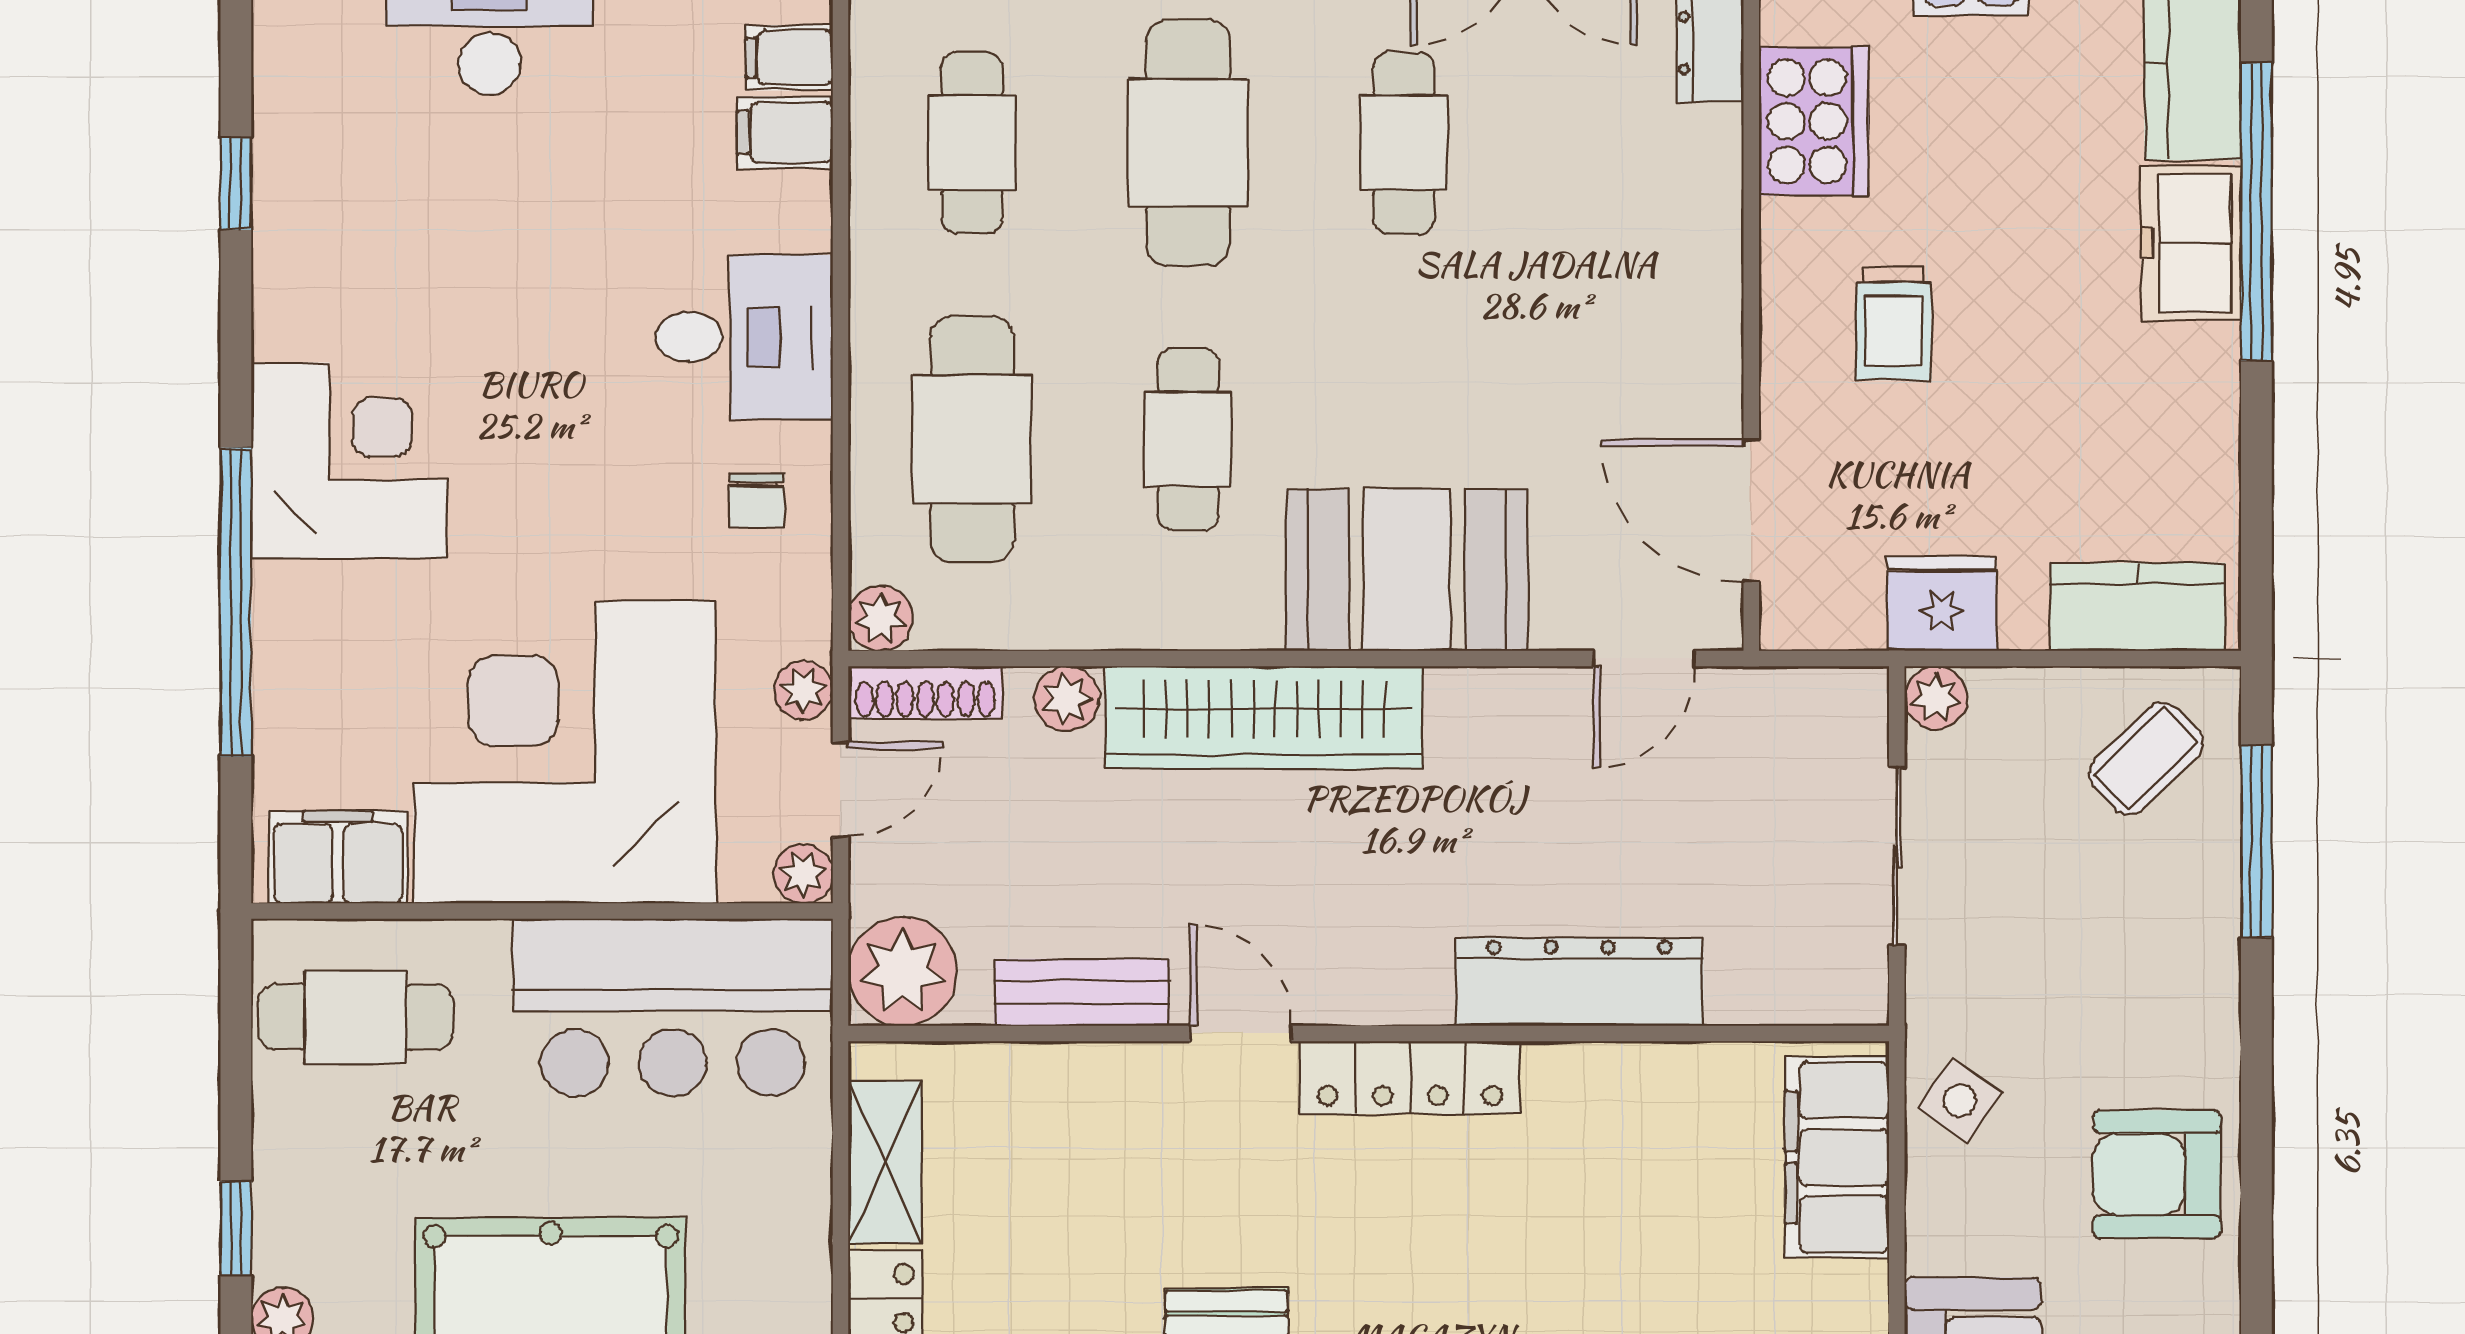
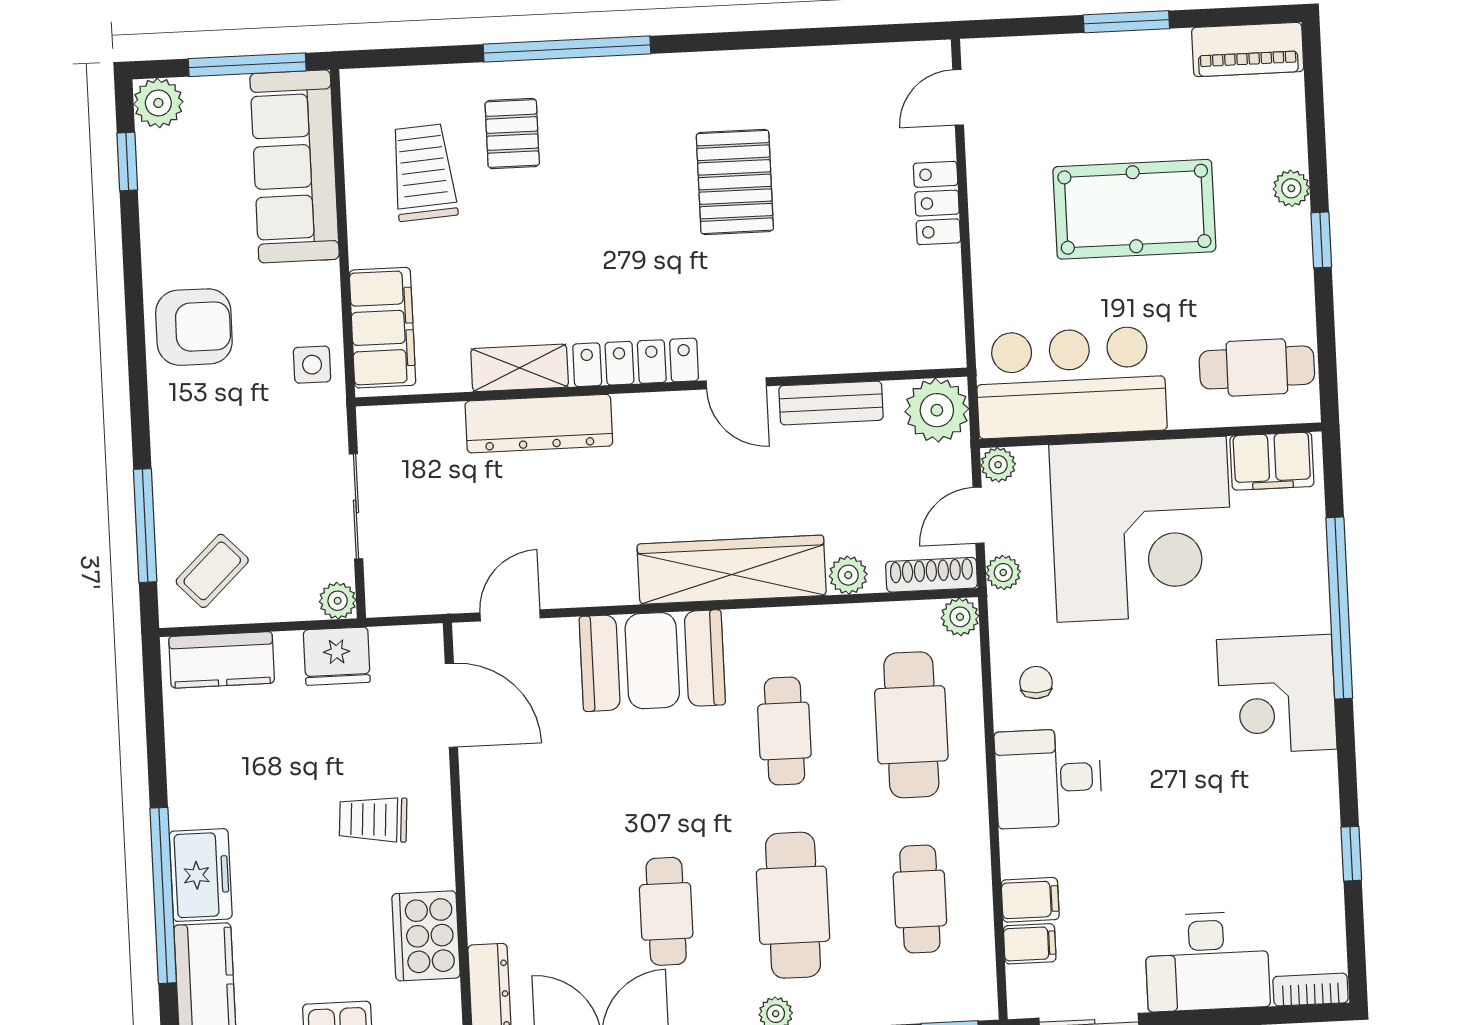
trolley: (1894, 323) -> (373, 819), turned -86
side table: (1960, 1101) -> (312, 365), turned -35
shelving: (885, 1162) -> (520, 368), moved, turned 90

